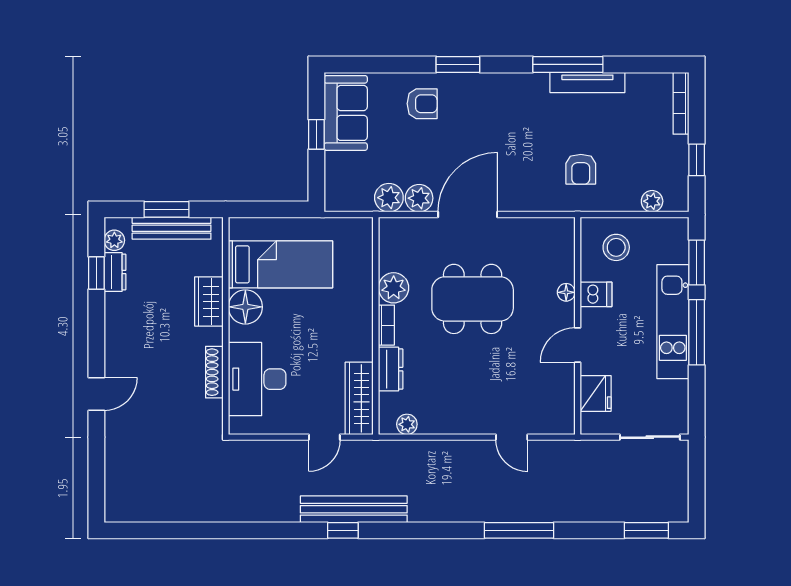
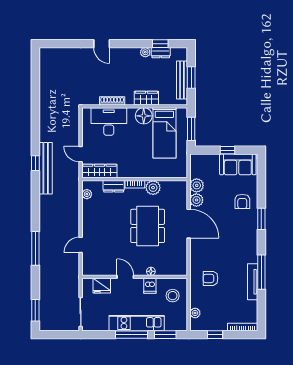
window: (272, 209) -> (191, 129), added
plant: (114, 240) -> (145, 52), moved

